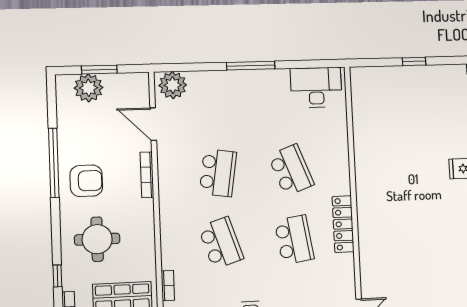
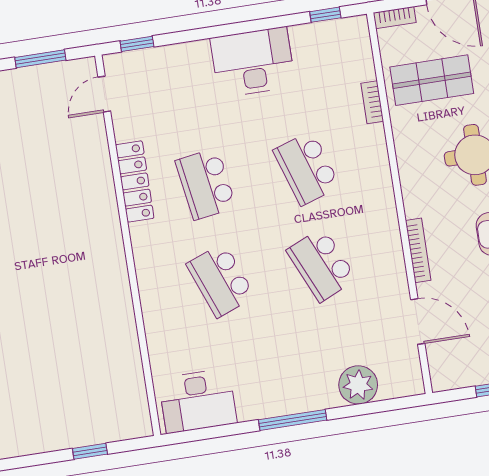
window: (414, 61) -> (90, 451), moved
plant: (173, 85) -> (358, 385), moved
school desk: (218, 173) -> (321, 265), turned -33
locker: (343, 224) -> (135, 181), moved

